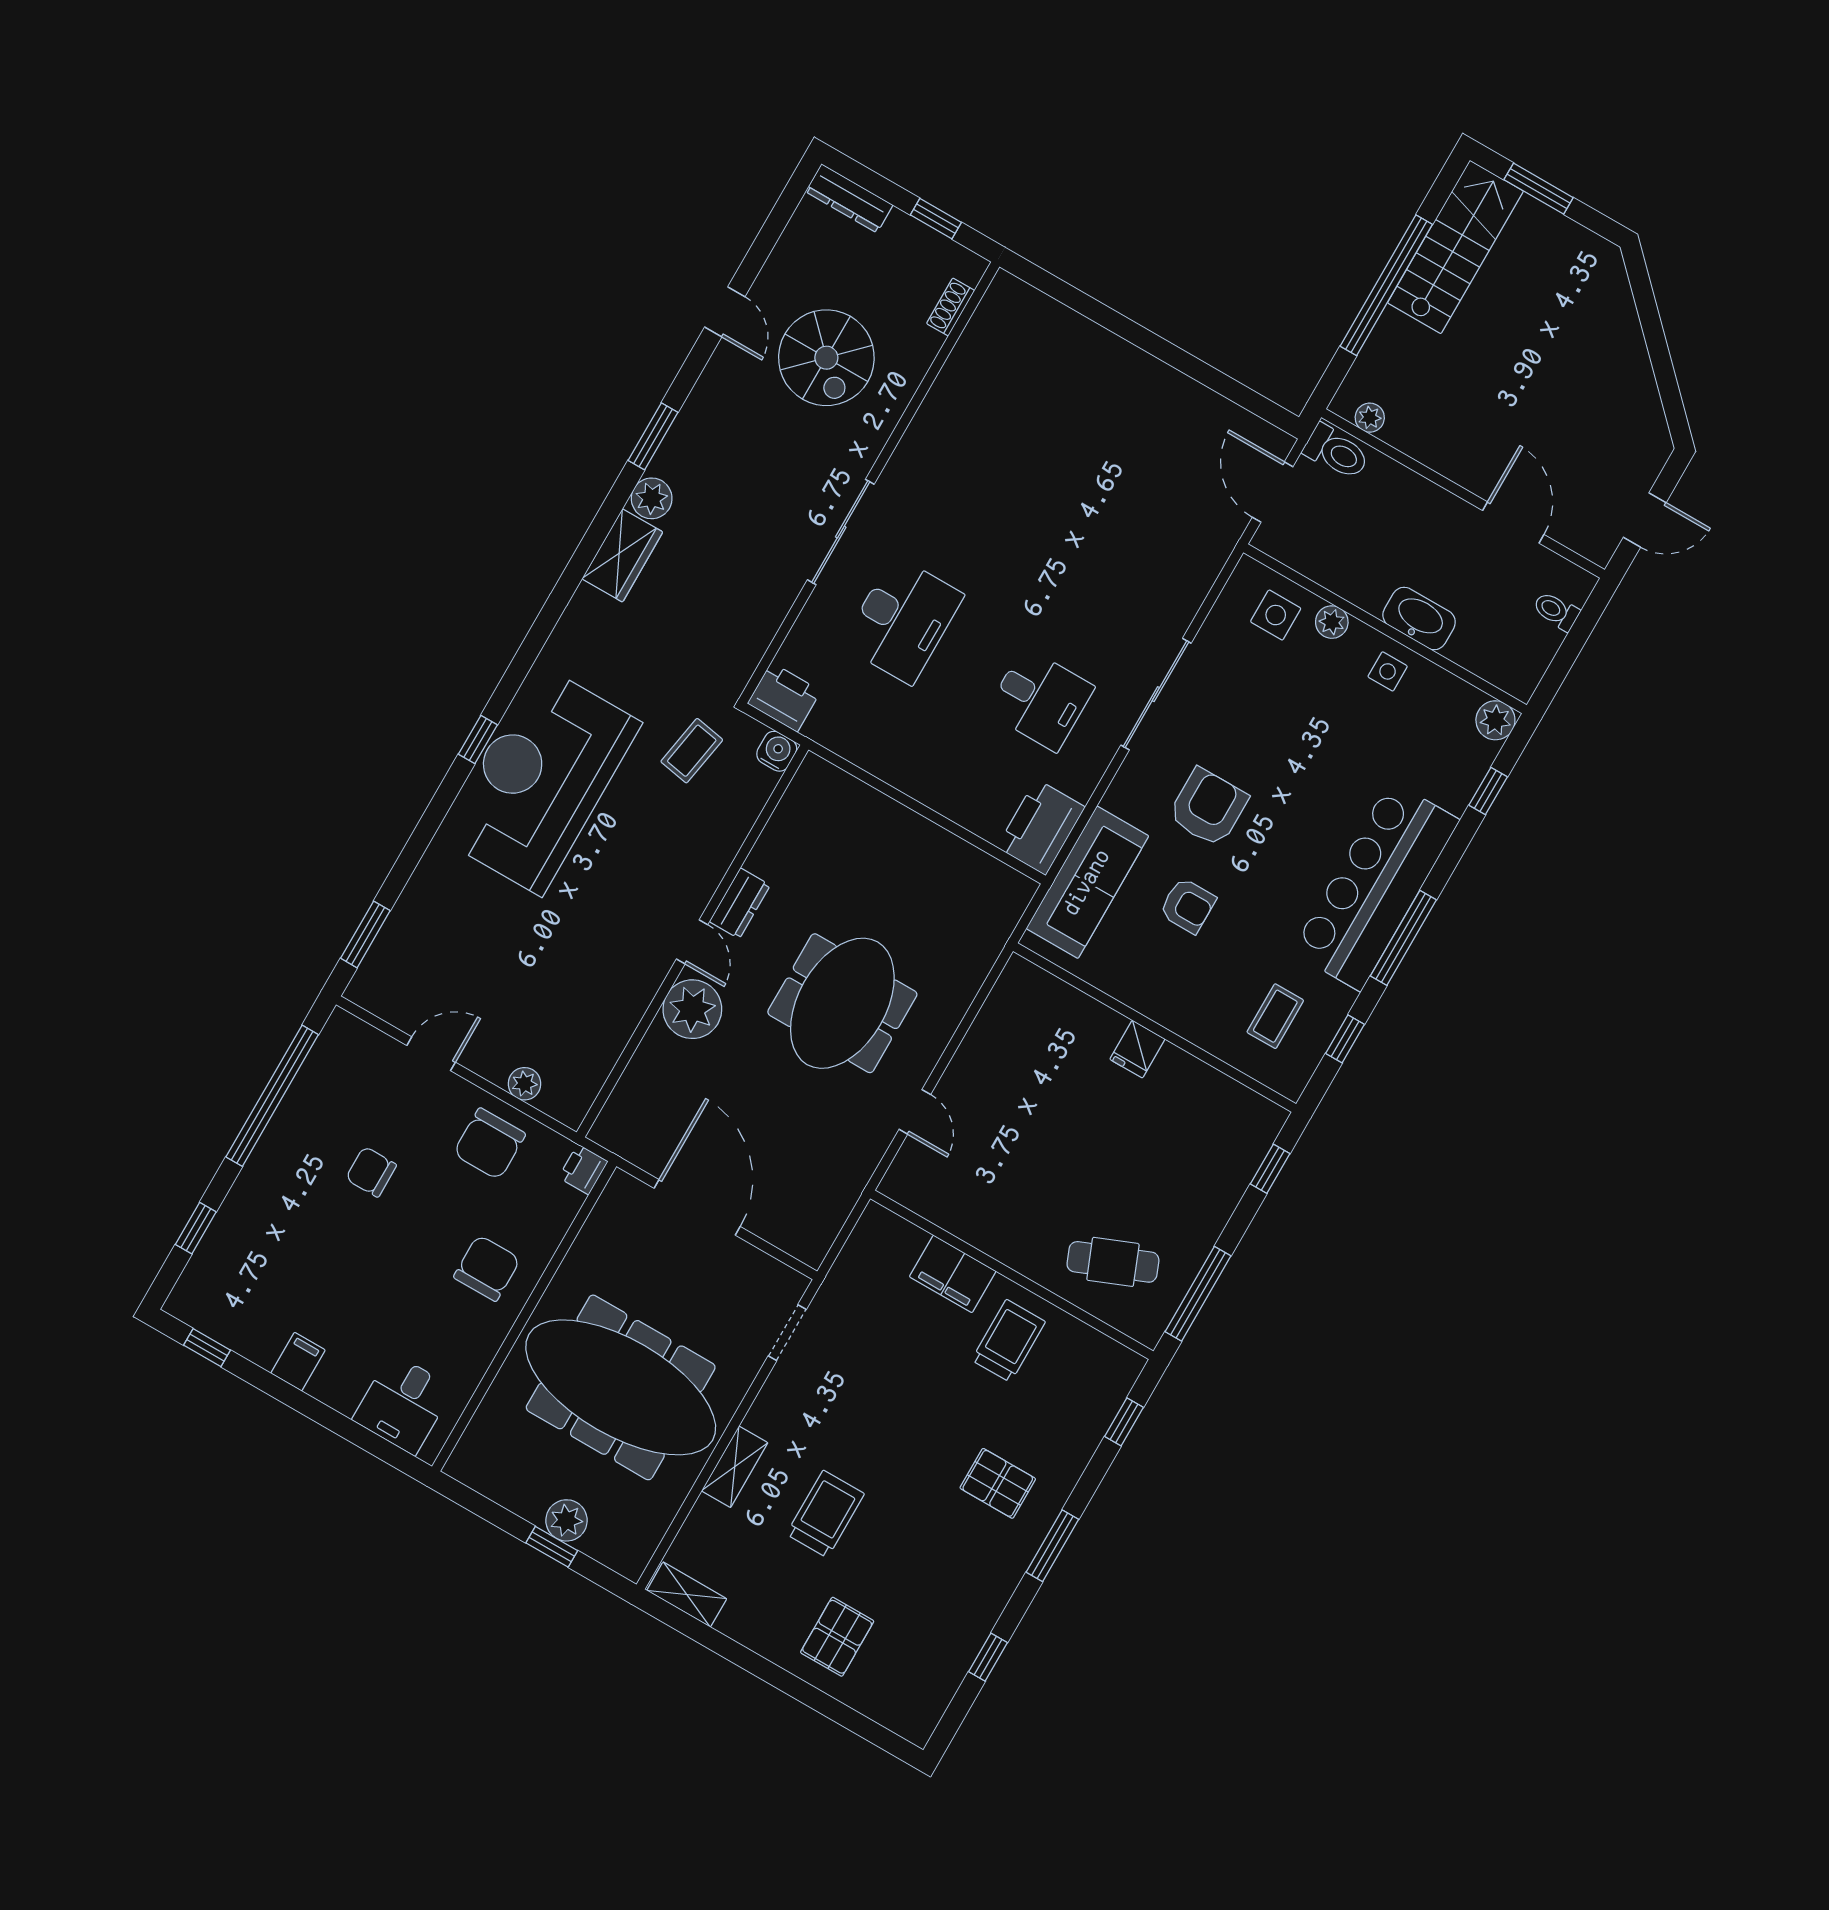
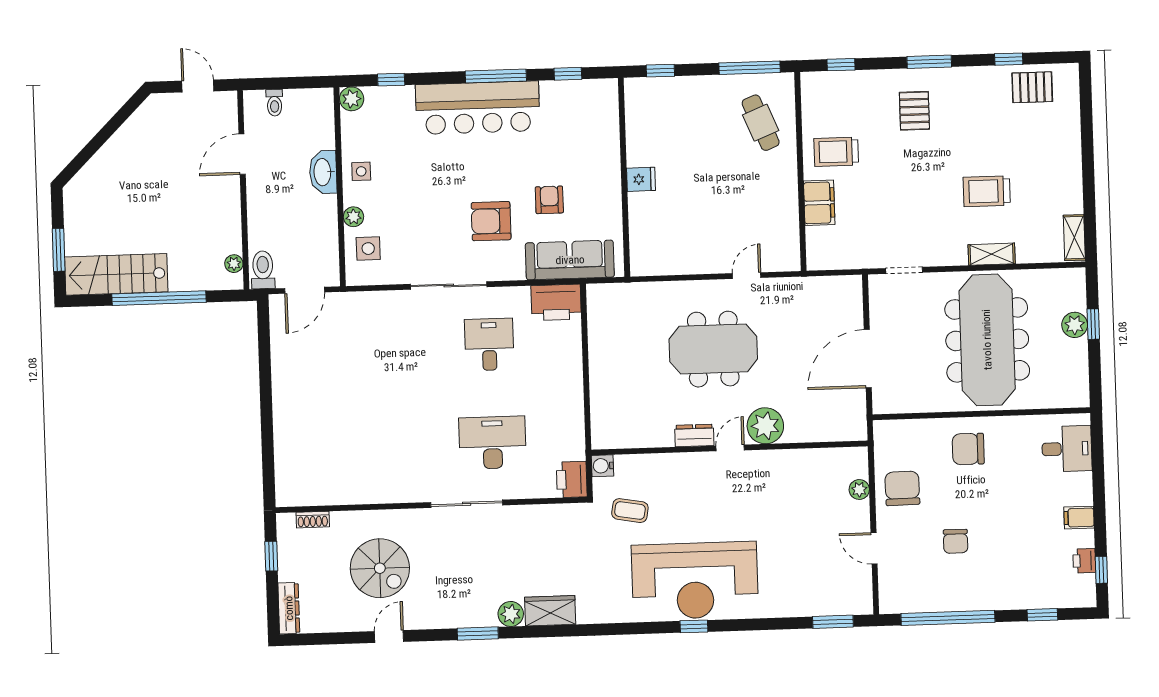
spiral stairs: (826, 358) -> (380, 568), turned 90
coffee table: (1275, 1016) -> (579, 118), removed
chair: (489, 1144) -> (902, 488), turned -91
printer: (583, 1169) -> (1084, 561), moved, turned 90
pallet: (837, 1637) -> (1032, 87), moved

